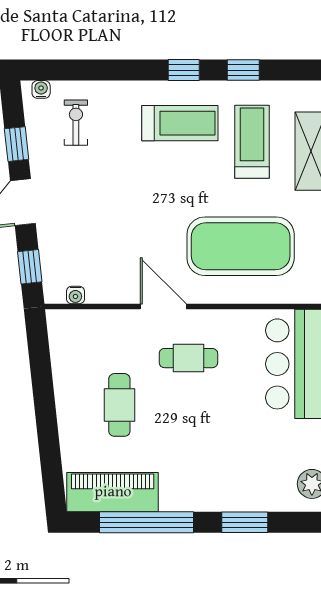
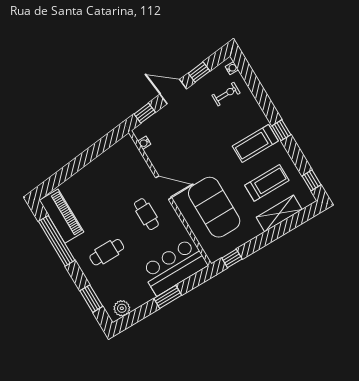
window: (243, 70) -> (311, 180), moved
treadmill: (180, 123) -> (255, 143), turned 90
door: (163, 307) -> (164, 188), hinge flipped
cafe table: (119, 405) -> (107, 252), moved
window: (245, 522) -> (91, 299), moved

